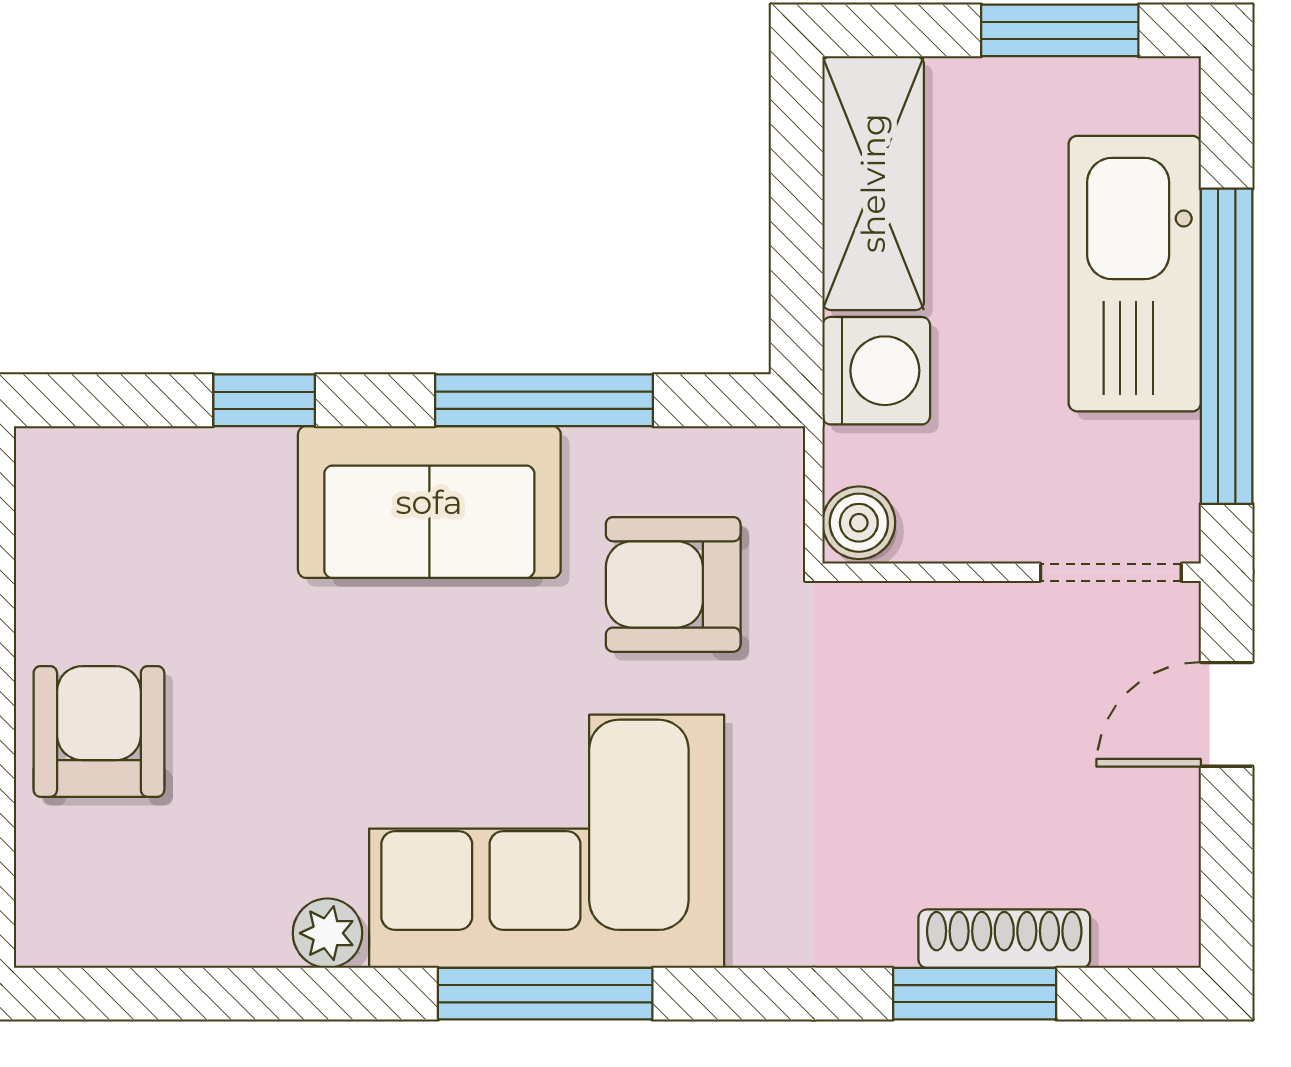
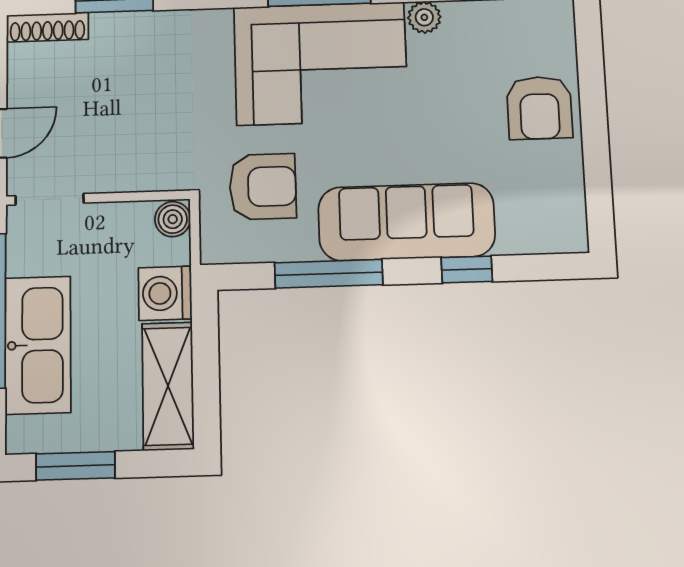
sofa: (429, 502) -> (407, 222), width x1.36
shoe rack: (1004, 939) -> (47, 27), moved

